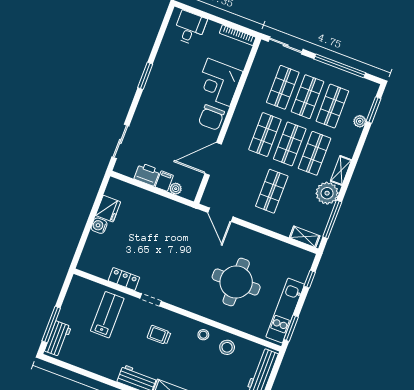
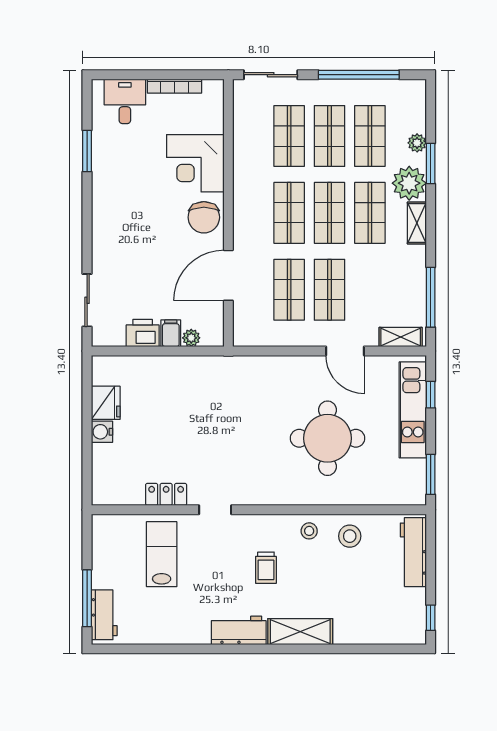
bookcase: (238, 35) -> (174, 86), moved
window: (145, 76) -> (87, 151), moved
window: (374, 110) -> (431, 163), moved
shop shelf: (247, 182) -> (289, 290), added
plant: (327, 193) -> (409, 183), moved
door: (220, 215) -> (345, 351), moved
kitchen unit: (285, 311) -> (413, 410), moved
trolley: (159, 335) -> (266, 568), moved, turned -90

